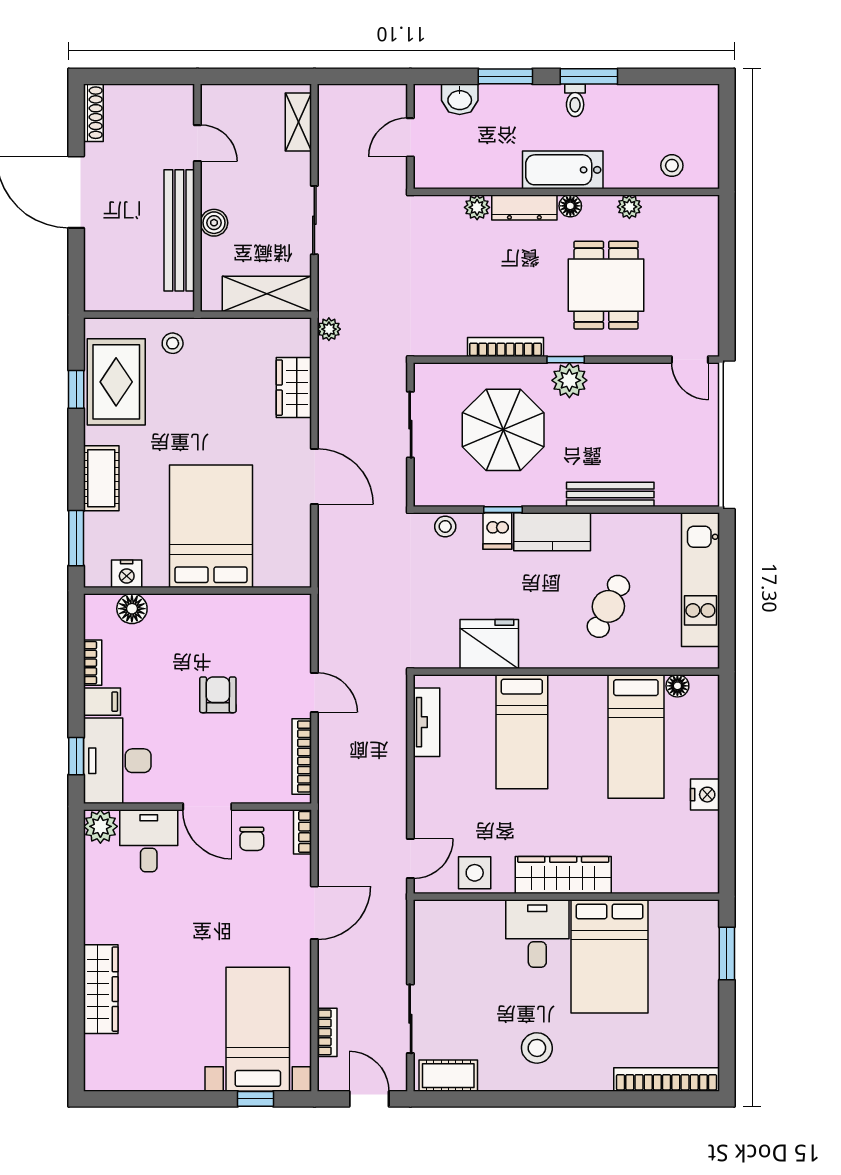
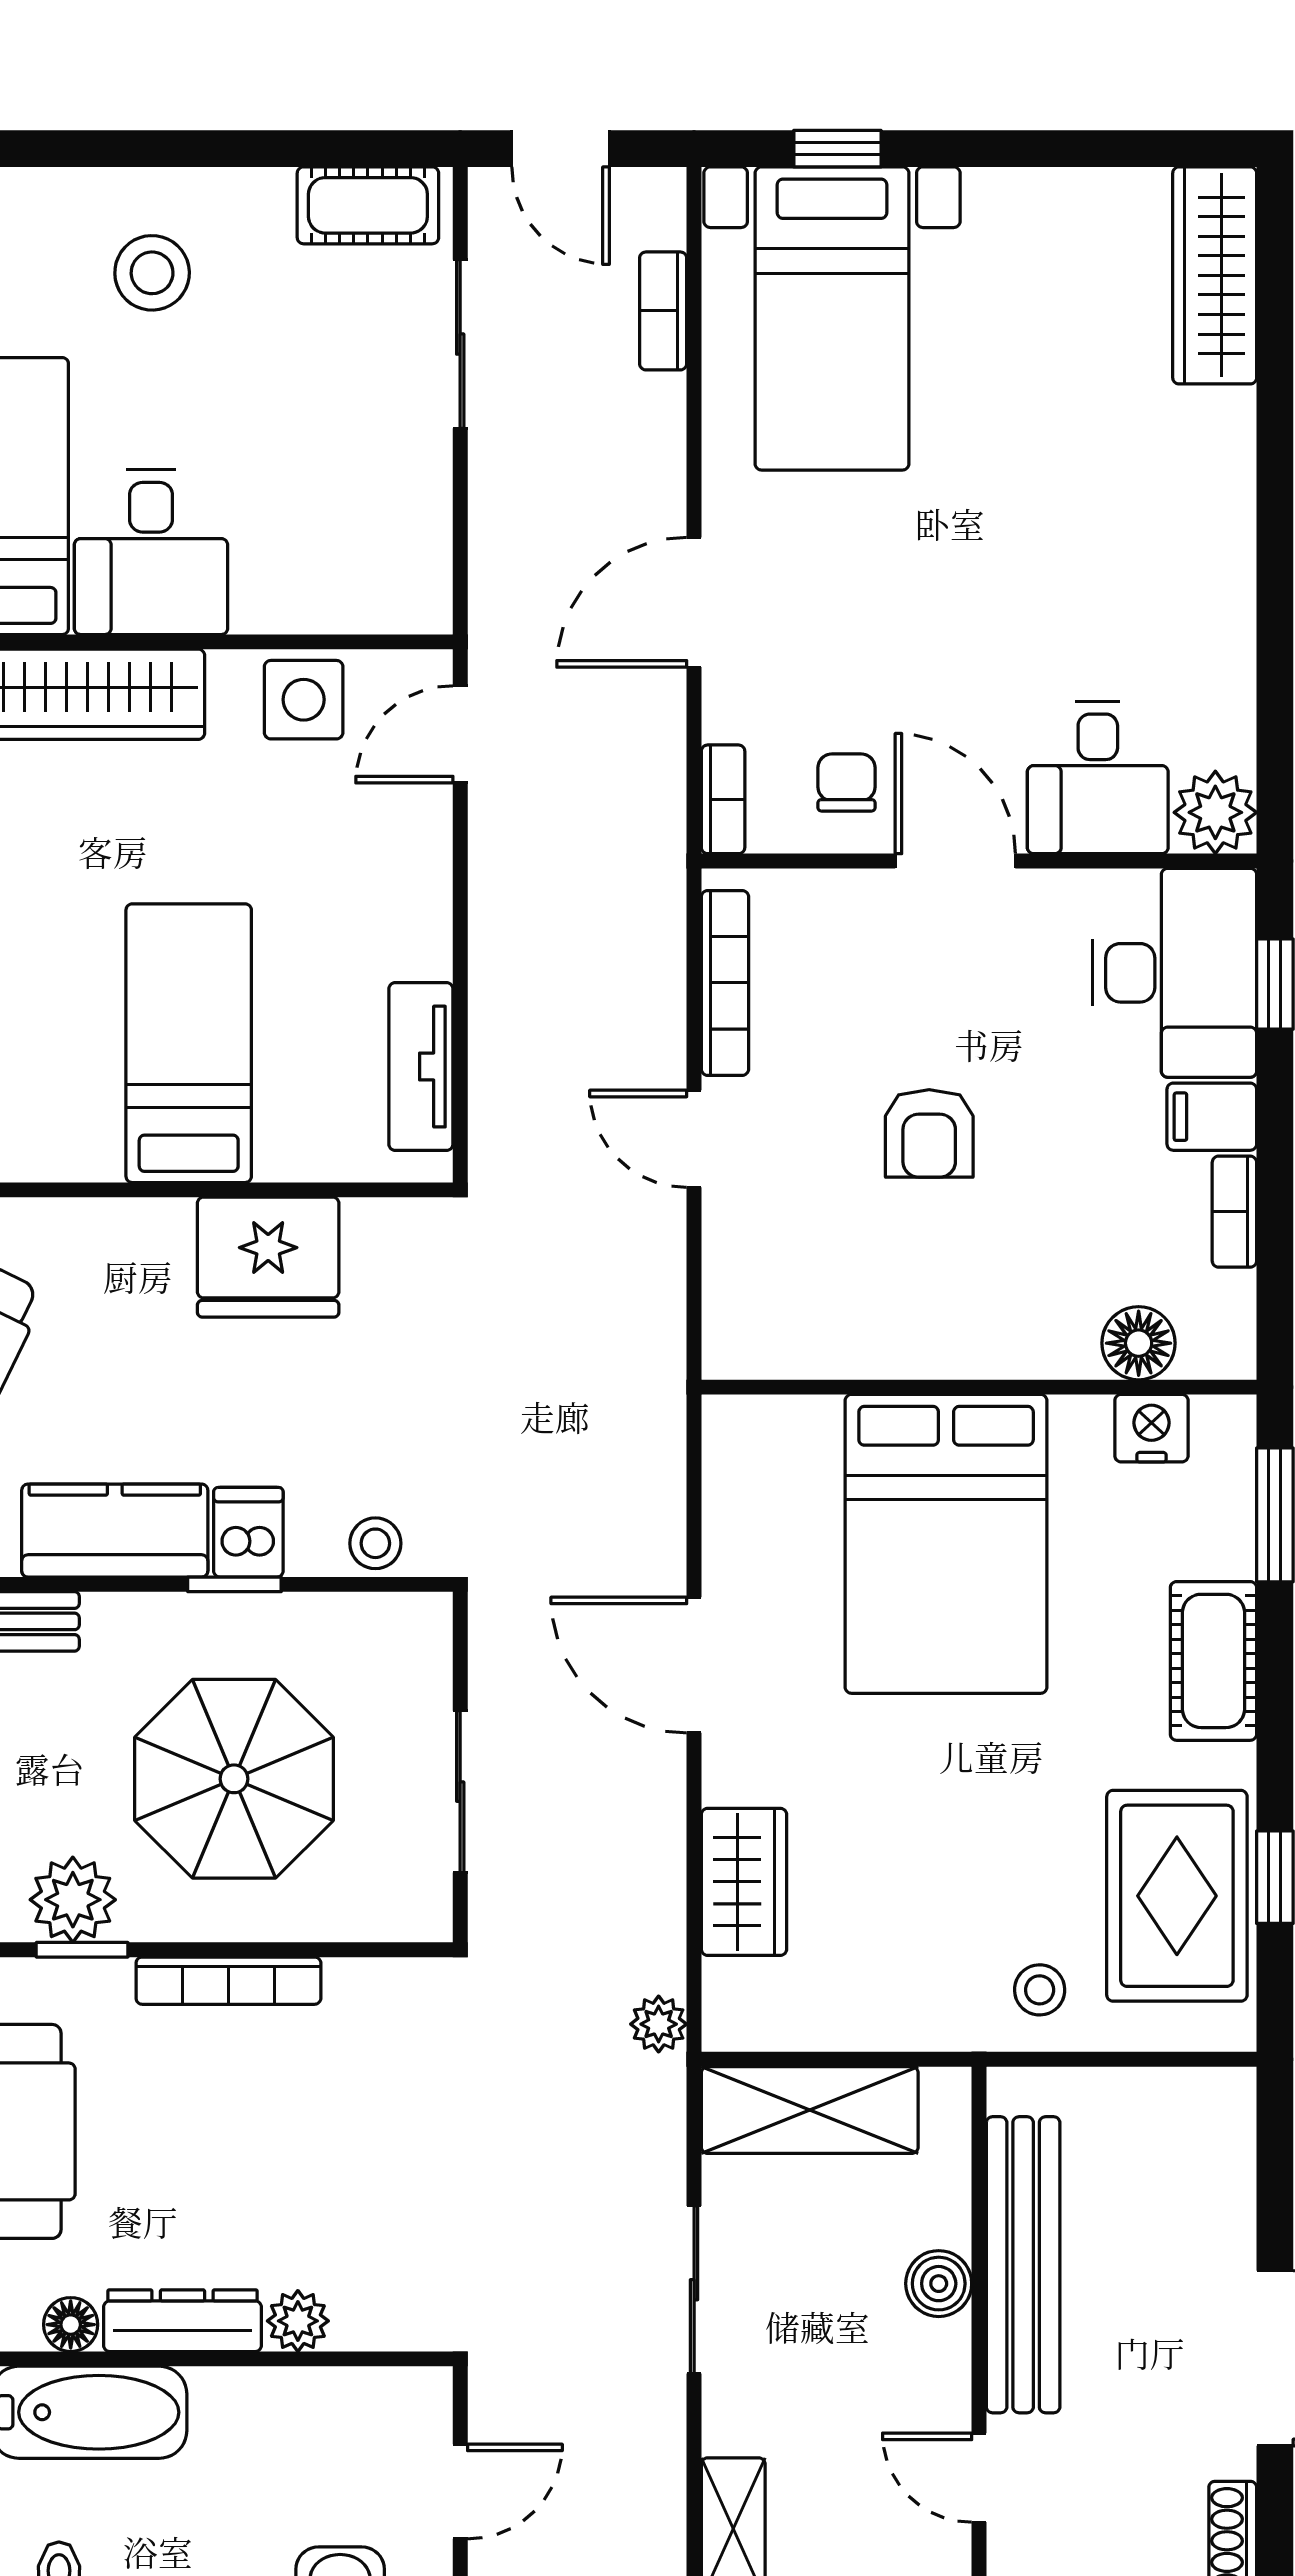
wardrobe: (101, 989) -> (1215, 275), moved

